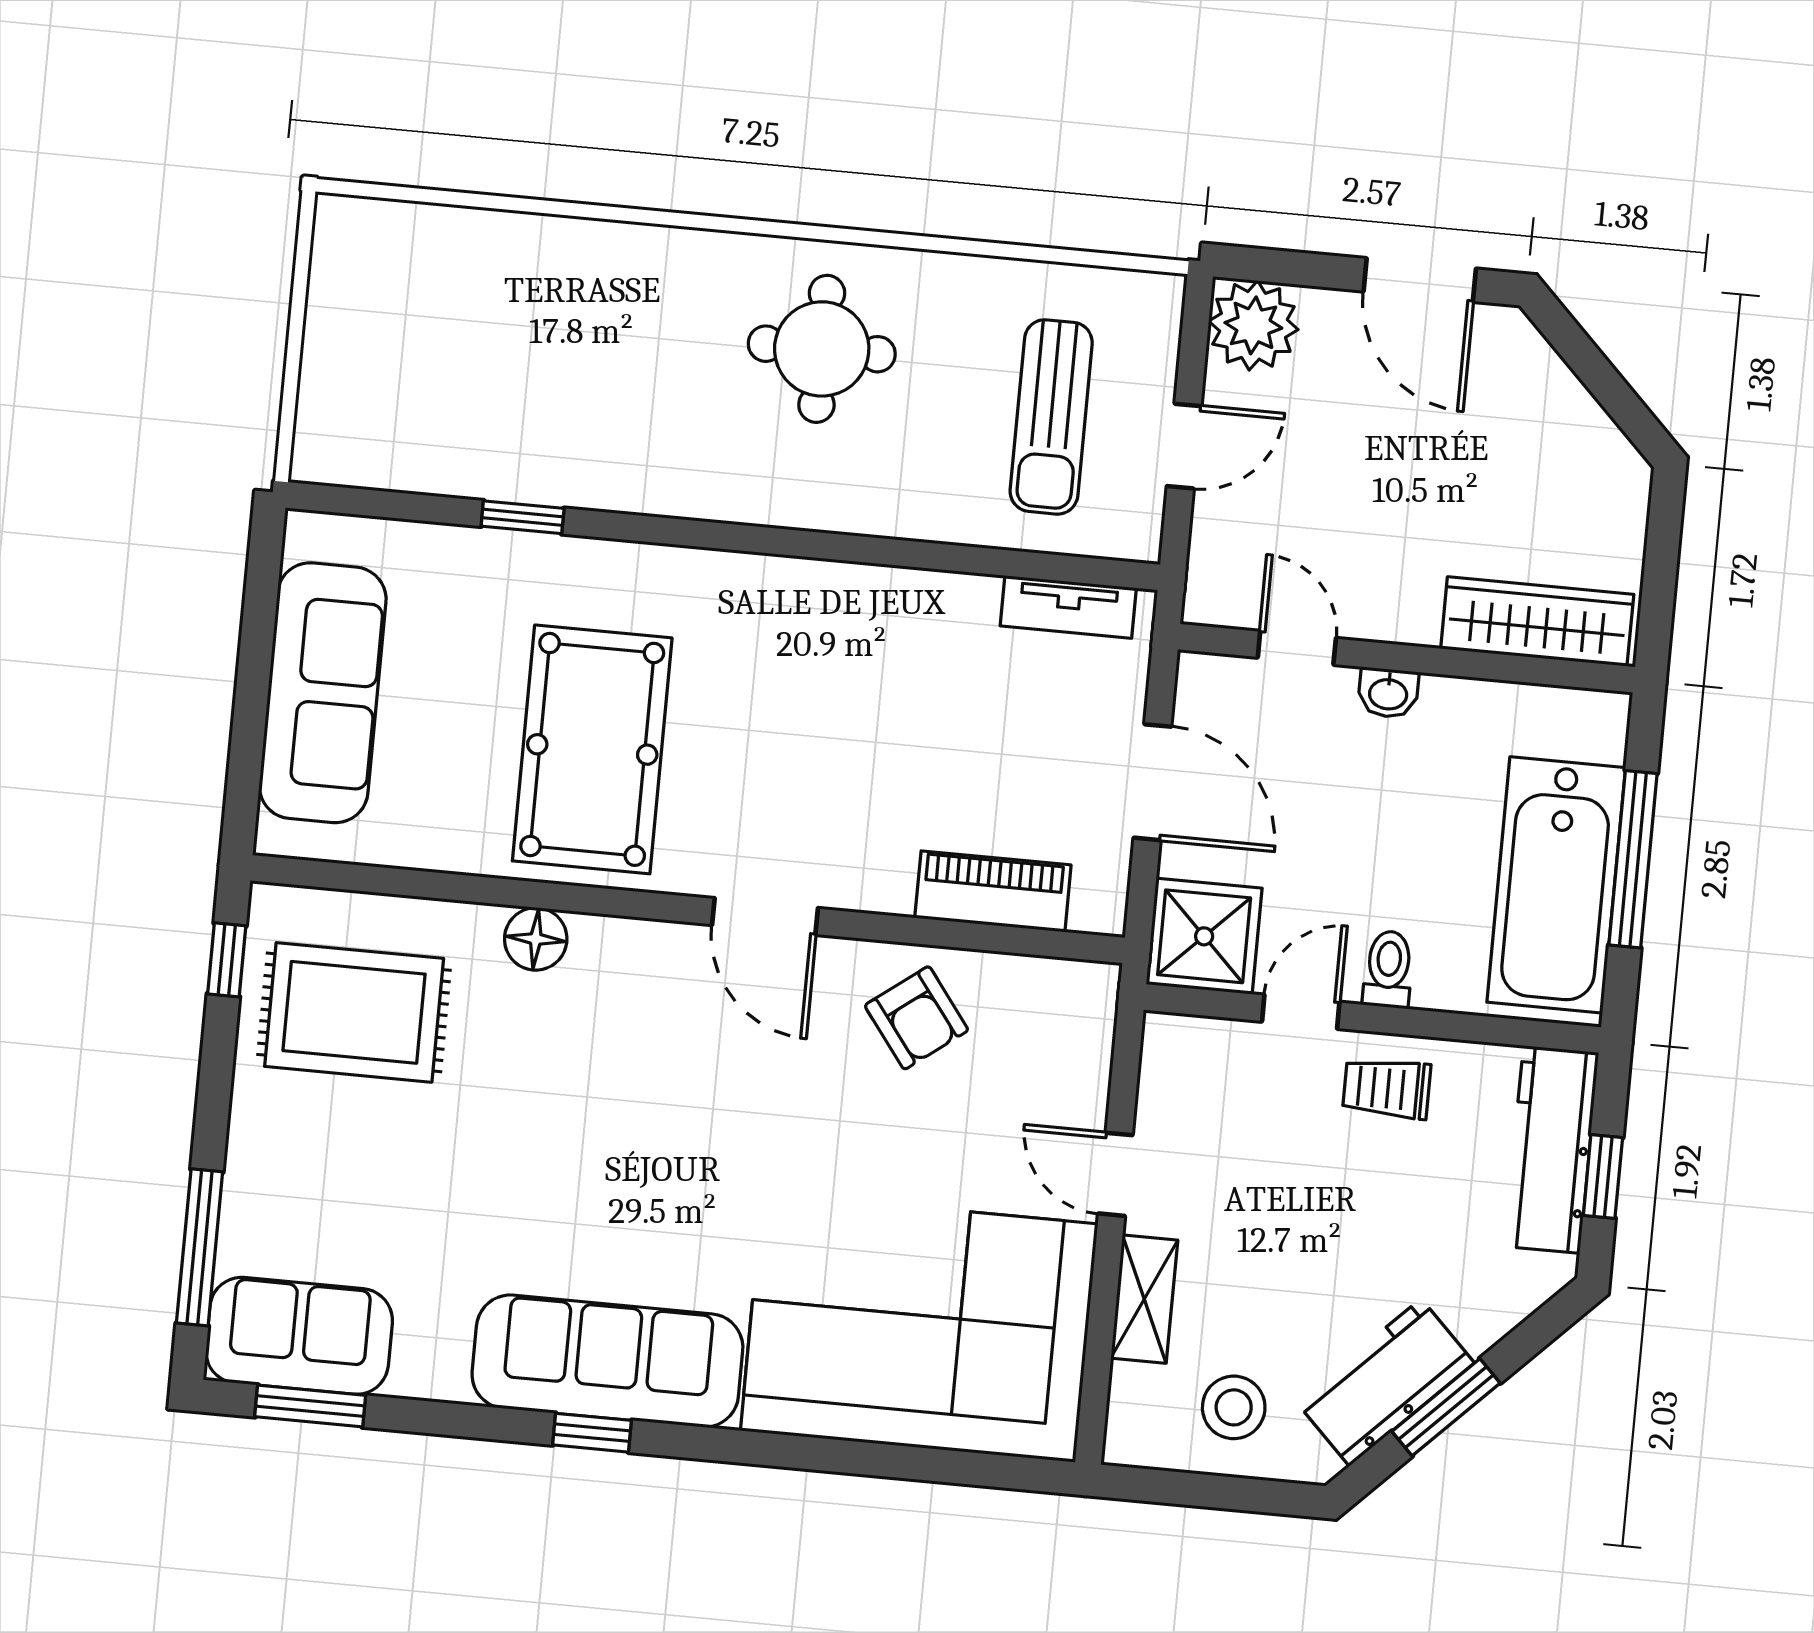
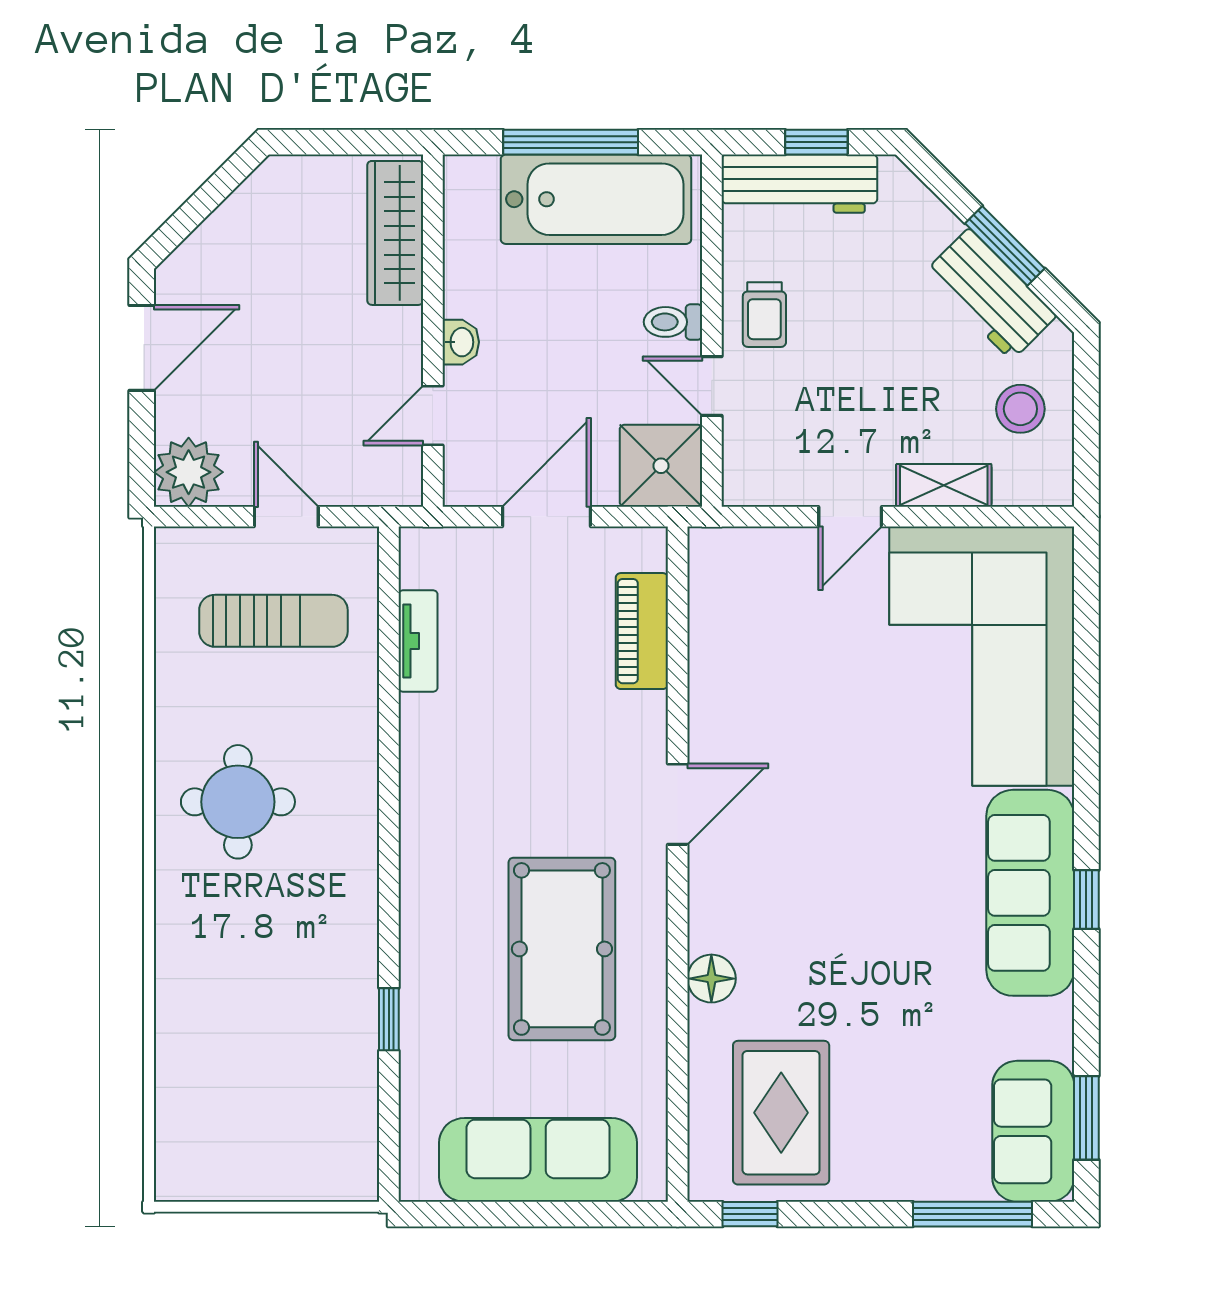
tv unit: (1068, 607) -> (418, 641), moved
pool table: (592, 749) -> (562, 949), turned 90
armchair: (916, 1018) -> (744, 681), removed

